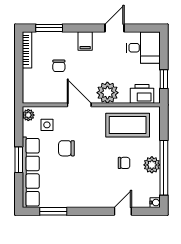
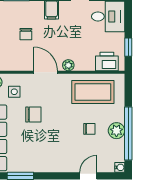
plant: (107, 93) -> (68, 65), width x0.53, depth x0.53
chair: (66, 148) -> (33, 115), turned 180

